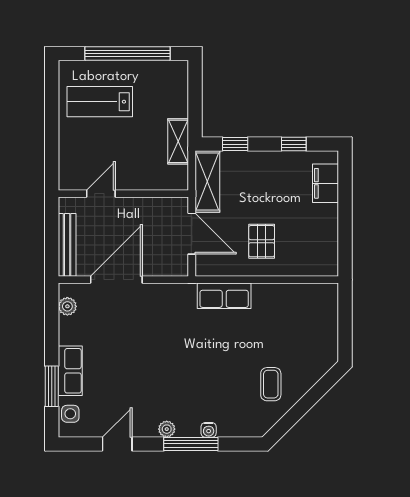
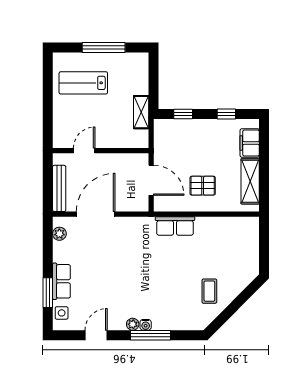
window: (127, 54) -> (104, 47), width x0.68
shelving: (207, 181) -> (250, 181), moved
pallet: (262, 241) -> (203, 186), turned 90
water cooler: (209, 430) -> (146, 325), moved

